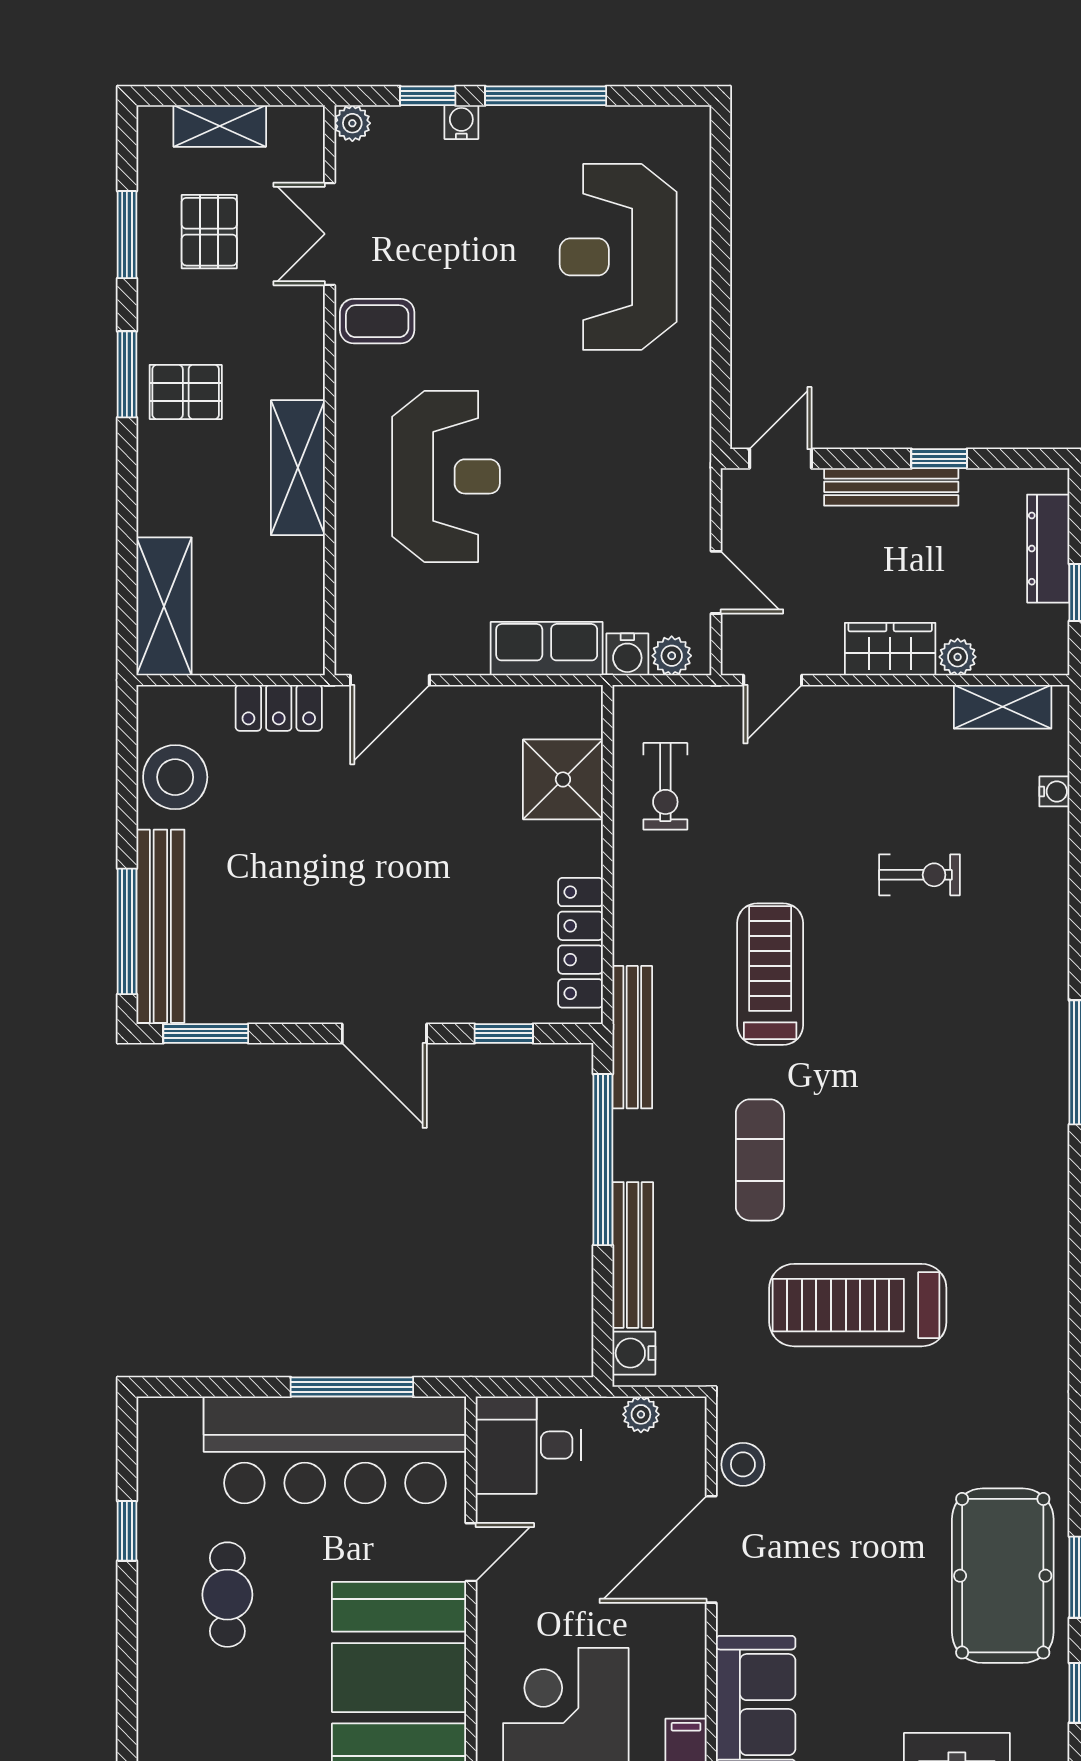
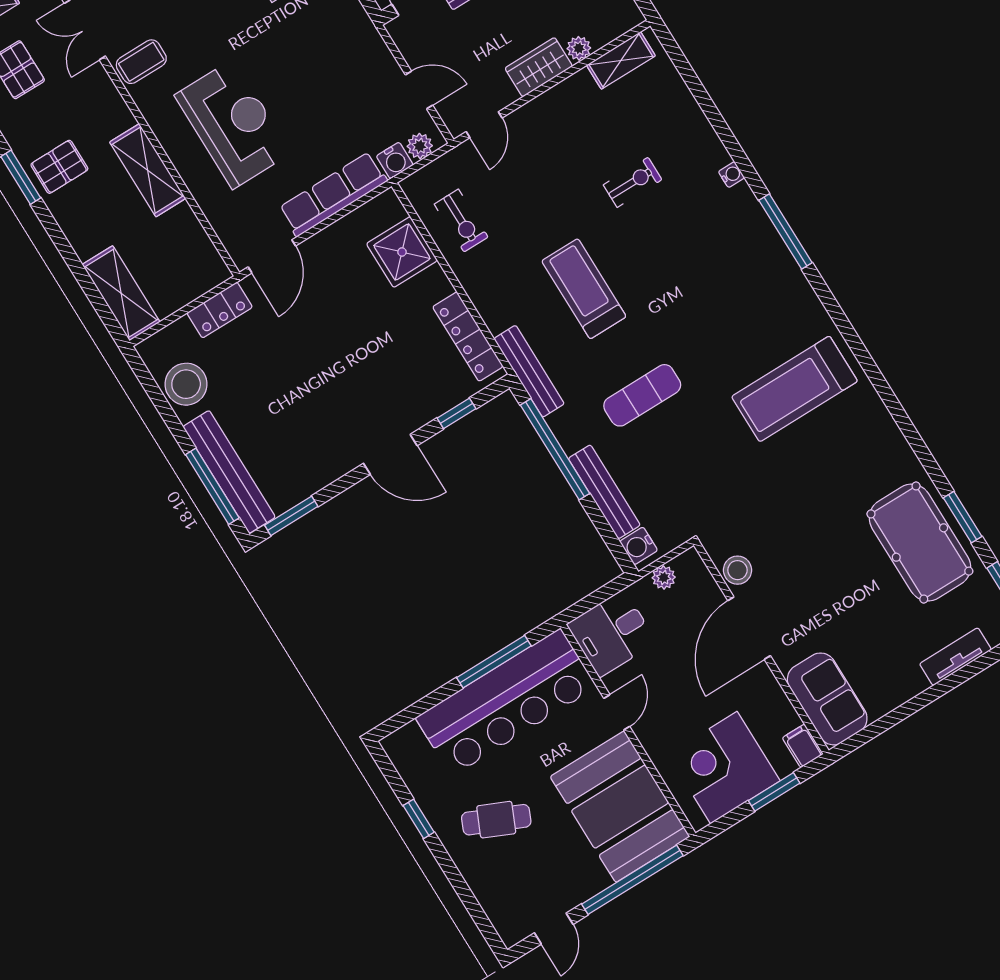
row of seats: (547, 649) -> (333, 194), width x1.48
water cooler: (1054, 791) -> (731, 175), moved
exercise mat: (760, 1160) -> (642, 395), turned 90
treadmill: (858, 1305) -> (795, 389), moved
cafe table: (227, 1595) -> (496, 820), turned -66

